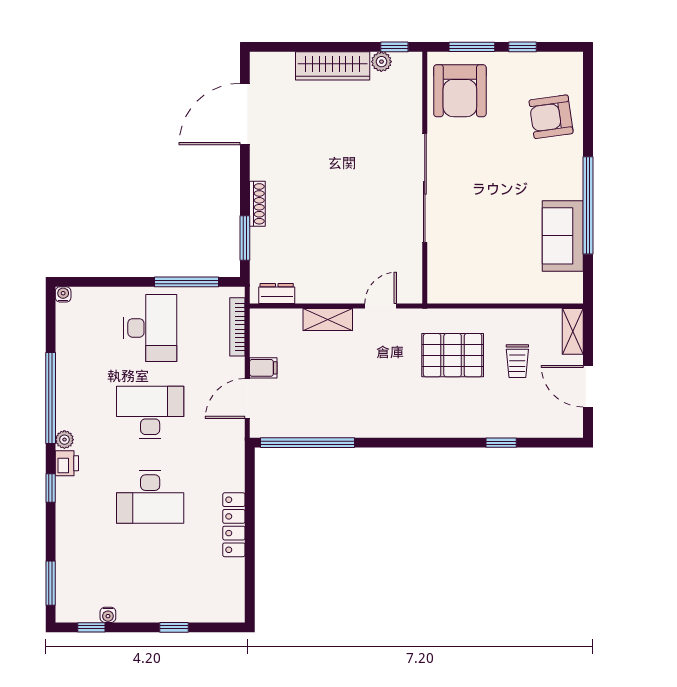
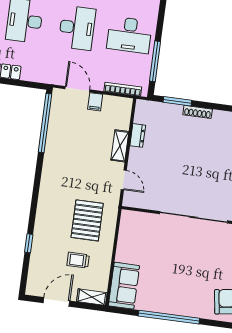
sofa: (563, 236) -> (124, 286), moved, turned 90
dresser: (277, 293) -> (138, 135), moved

